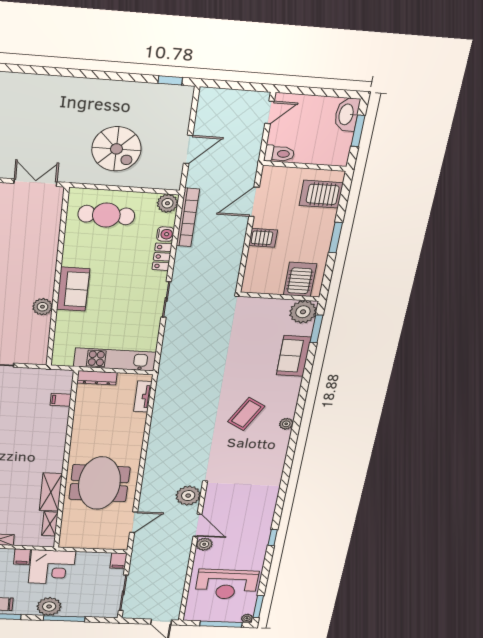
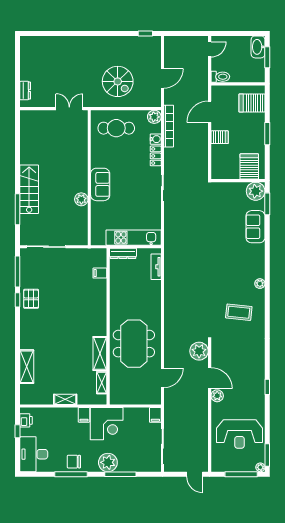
coffee table: (246, 414) -> (239, 312), moved, turned 67

